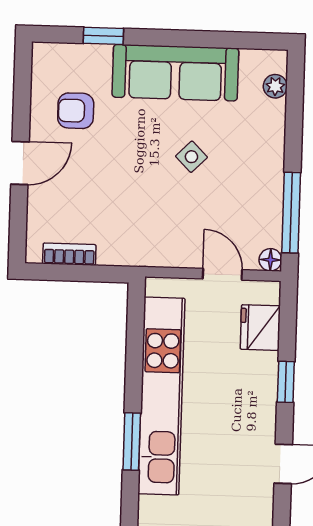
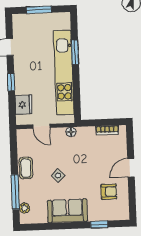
sofa: (175, 73) -> (67, 211), width x0.73
coffee table: (265, 179) -> (26, 168), added
window: (291, 213) -> (15, 192), moved
floor lamp: (270, 260) -> (71, 132), moved

